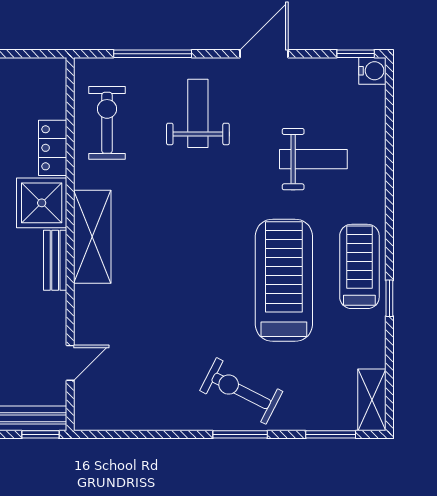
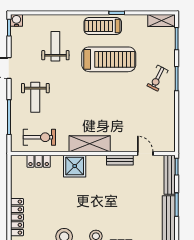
weight bench: (198, 113) -> (35, 97), turned -90
exercise bike: (107, 123) -> (39, 137), turned 180
locker: (53, 148) -> (39, 161), moved
bench: (55, 260) -> (120, 160), moved
treadmill: (284, 280) -> (109, 59), turned 180
exercise bike: (241, 391) -> (158, 78), width x0.73, depth x0.72

